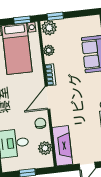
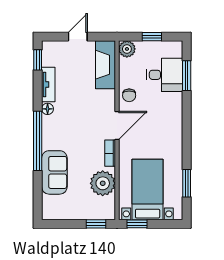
plant: (49, 28) -> (105, 211), removed
plant: (49, 50) -> (103, 183), width x1.88, depth x1.88
plant: (45, 148) -> (127, 49), moved

